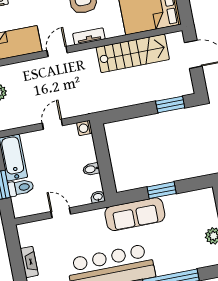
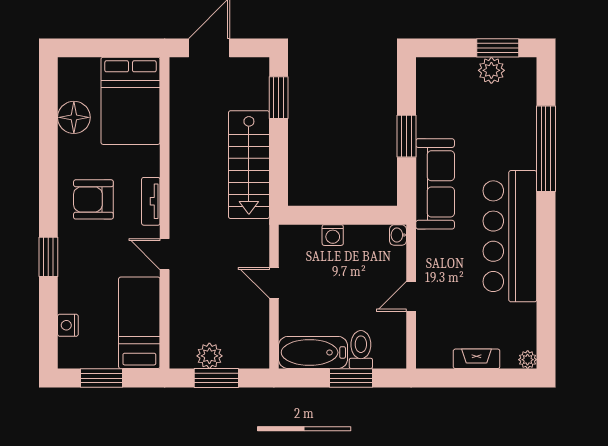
stairs: (133, 53) -> (249, 165), moved, turned 180
washing machine: (85, 128) -> (333, 235), moved
bidet: (91, 169) -> (354, 237), removed

